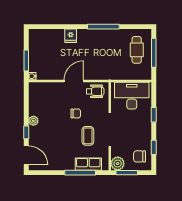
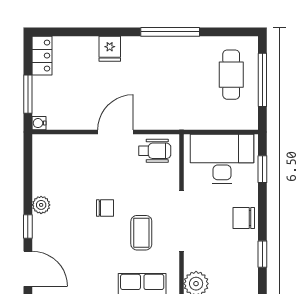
locker: (34, 39) -> (42, 56), added
chair: (76, 113) -> (105, 208), moved
window: (154, 115) -> (262, 169), moved
chair: (139, 156) -> (244, 218), moved

